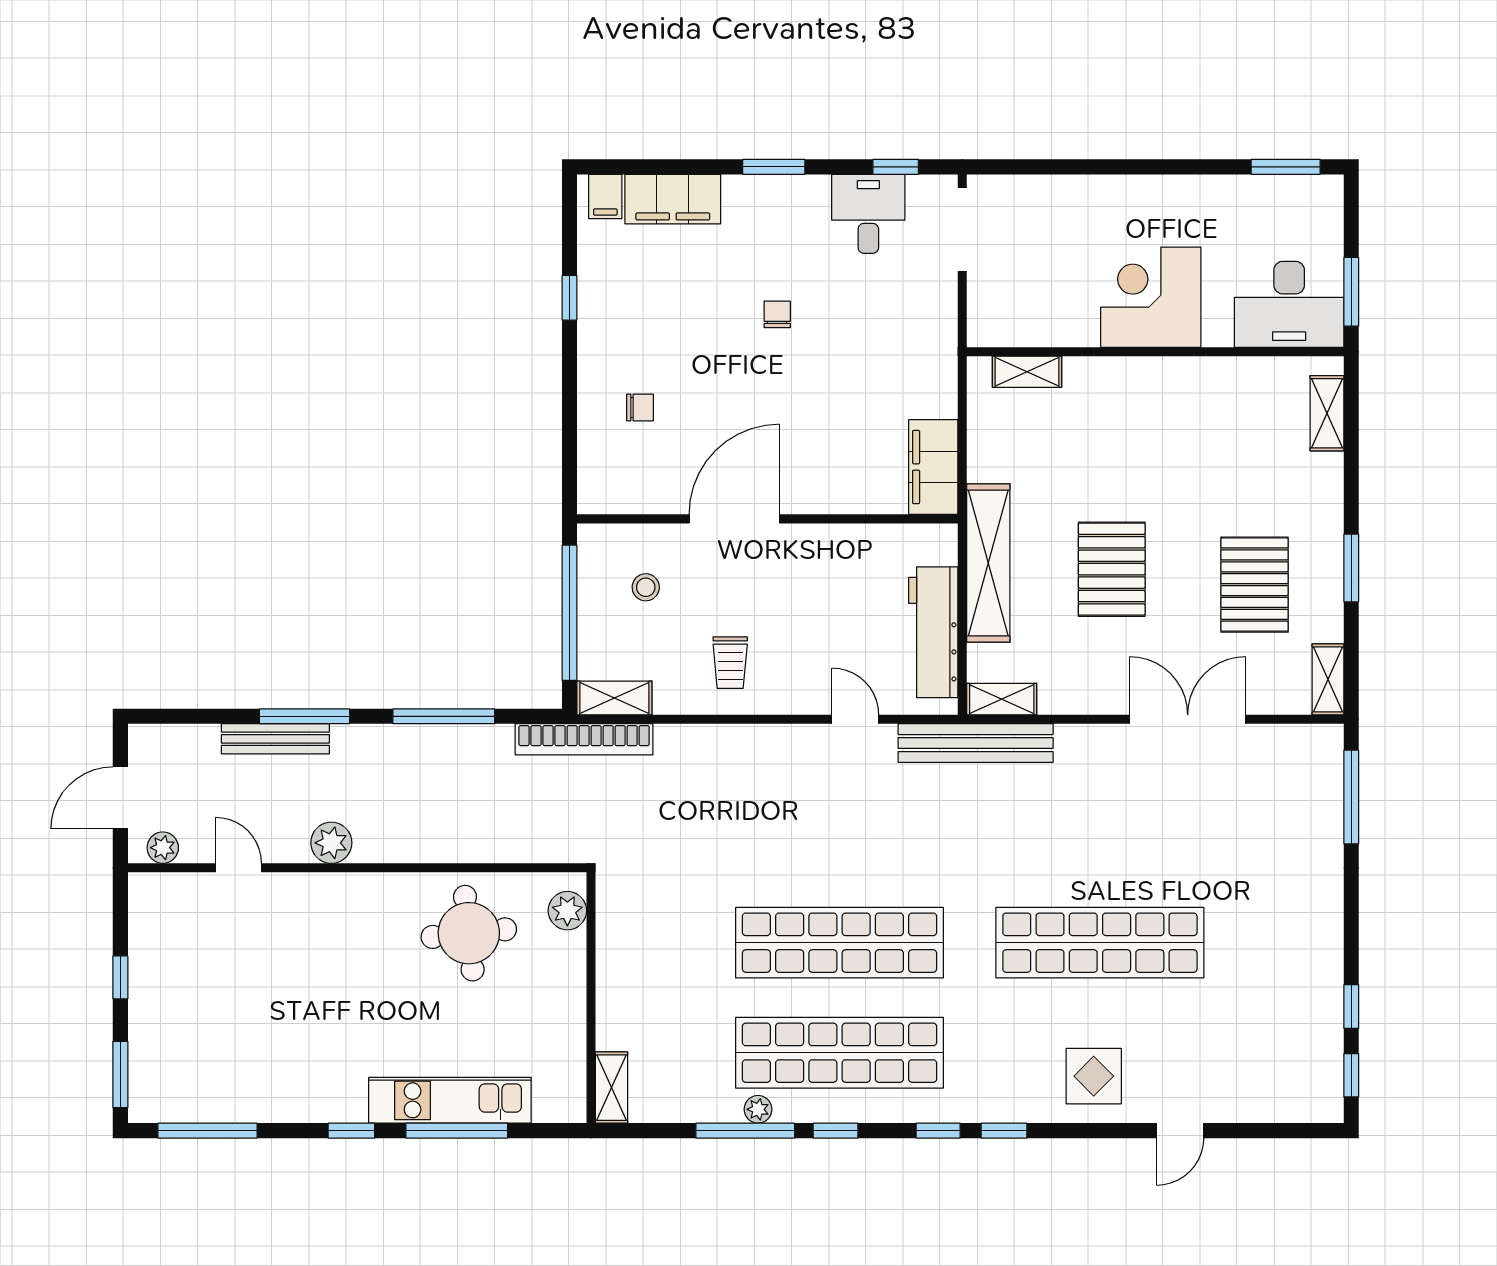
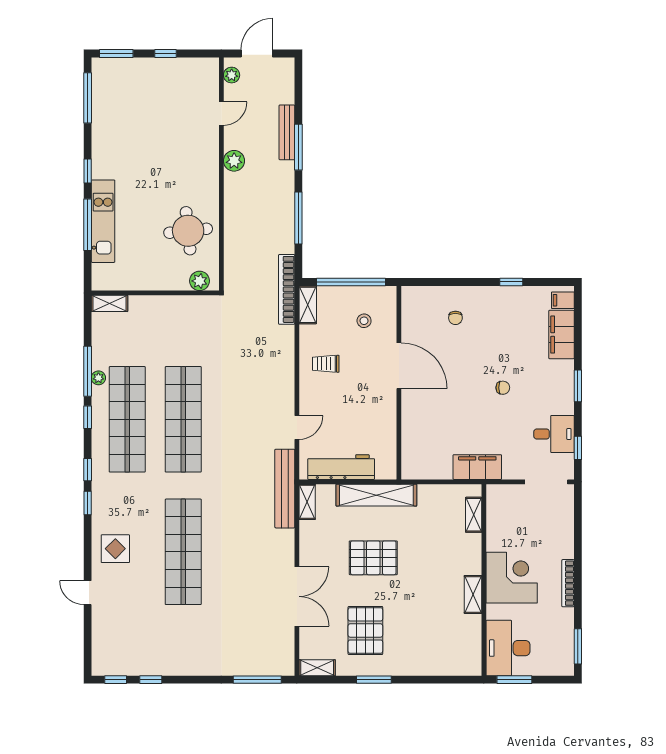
bookcase: (1162, 186) -> (568, 583), added
shelving: (1327, 413) -> (473, 594), moved, turned 90
filing cabinet: (933, 467) -> (477, 467), moved
pallet: (1255, 585) -> (365, 630), turned 90
door: (120, 798) -> (257, 53), hinge flipped

